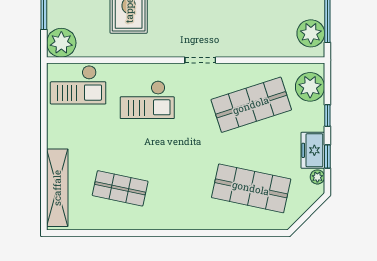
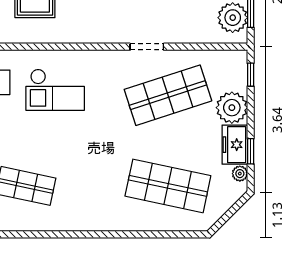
doorway: (200, 60) -> (147, 47), moved
plant: (310, 87) -> (232, 108), moved
window: (327, 115) -> (251, 75), moved

